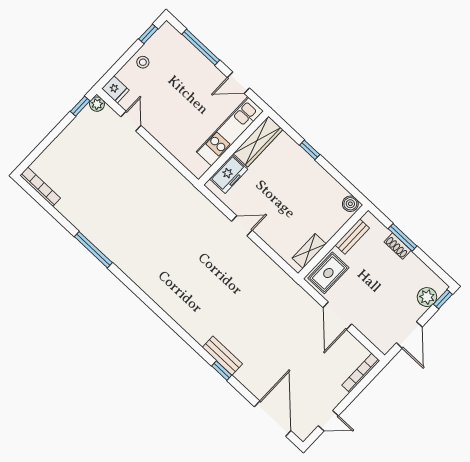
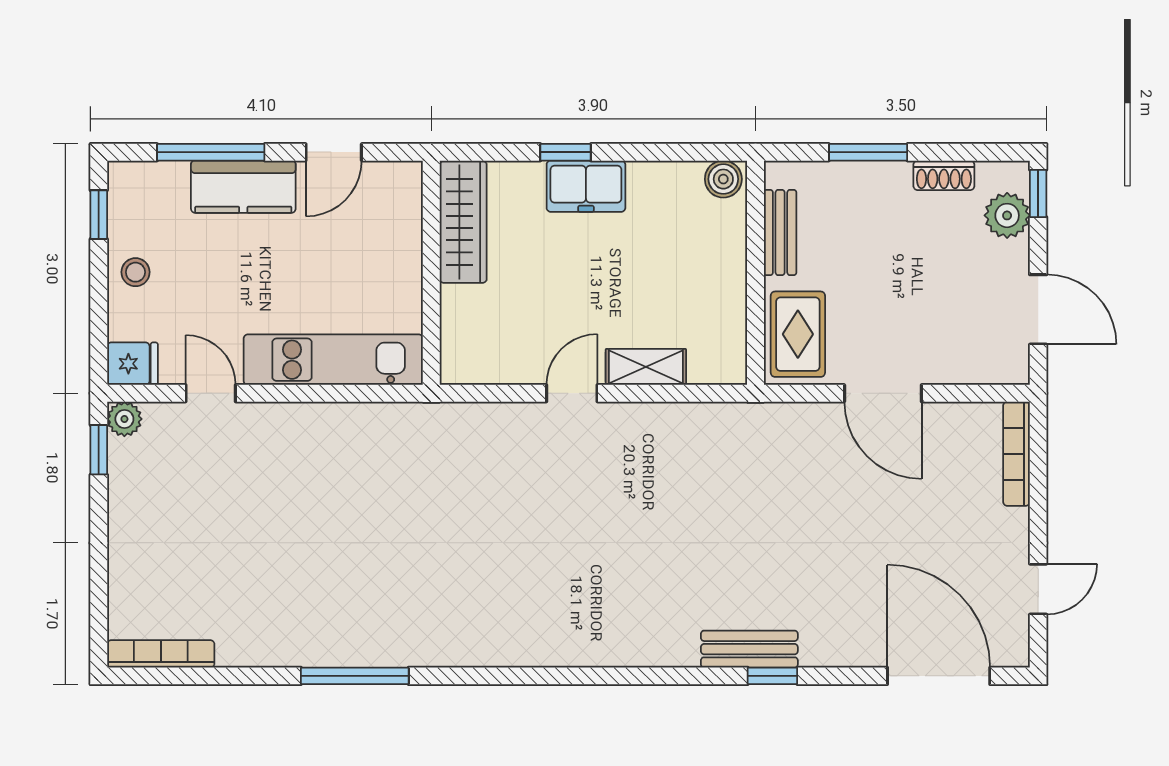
kitchen counter: (201, 67) -> (243, 187), added
kitchen unit: (230, 131) -> (333, 360), moved, turned 90
freezer: (229, 174) -> (586, 186), moved, turned 90
shoe rack: (398, 246) -> (944, 175), moved
shelving: (309, 251) -> (646, 367), moved, turned 90

